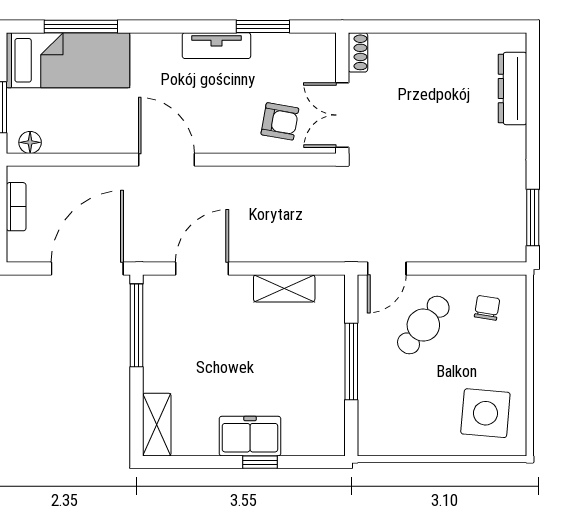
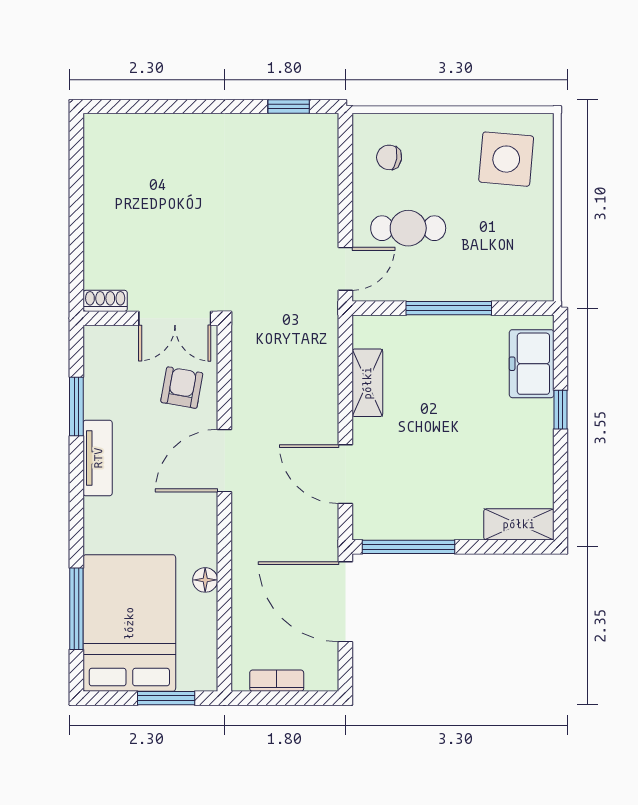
bed: (68, 60) -> (129, 623), width x1.50
dresser: (513, 88) -> (145, 129), removed
floor lamp: (30, 142) -> (205, 580), moved
door: (166, 160) -> (224, 461), moved
window: (533, 218) -> (289, 106), width x0.67
door: (387, 269) -> (345, 269), hinge flipped
cafe table: (423, 325) -> (408, 228), turned -39
freezer: (250, 436) -> (532, 364), moved

